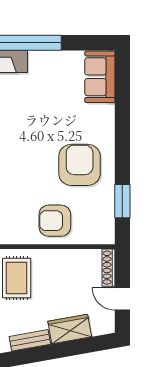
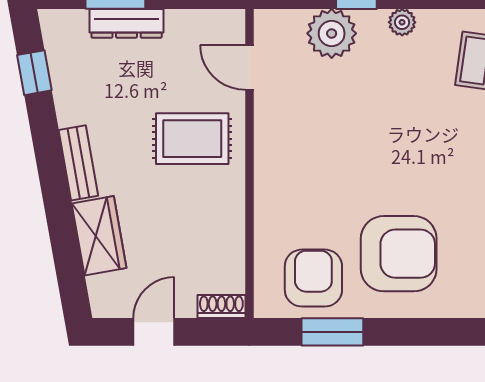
armchair: (55, 221) -> (313, 278), moved
shoe rack: (108, 268) -> (221, 307), width x0.70

